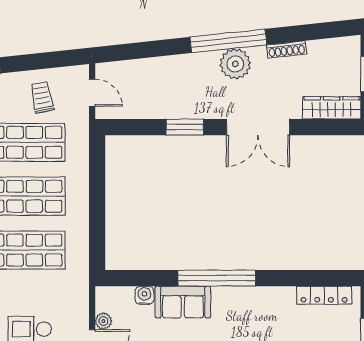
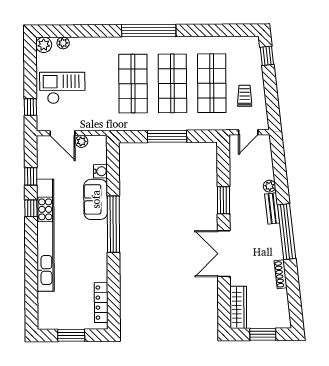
bench: (197, 60) -> (272, 208), added
plant: (235, 64) -> (269, 186), moved, width x0.53, depth x0.53
trolley: (42, 97) -> (245, 96), turned -79
window: (97, 204) -> (167, 136), added

